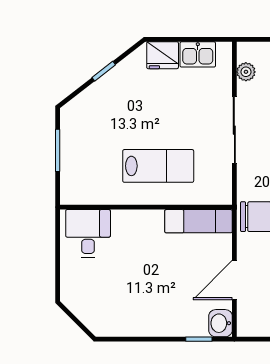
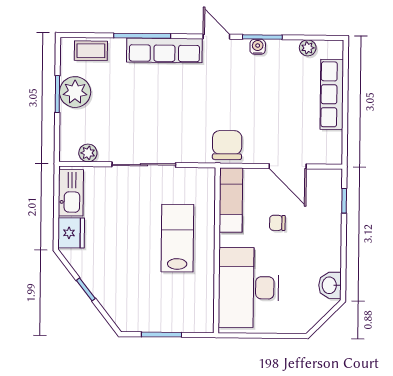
kitchen sink: (198, 54) -> (71, 193), width x1.38
desk: (88, 233) -> (249, 288), width x1.87, depth x1.30
chair: (175, 270) -> (277, 223), added
washbasin: (220, 323) -> (330, 285), moved, turned 90

